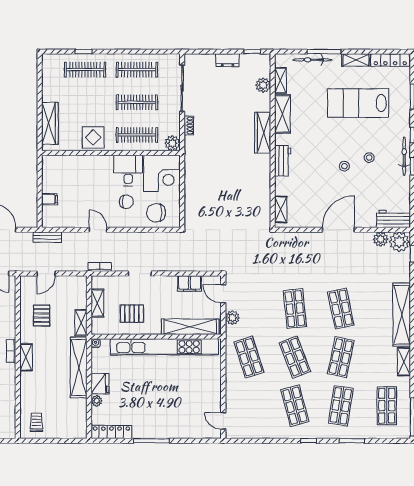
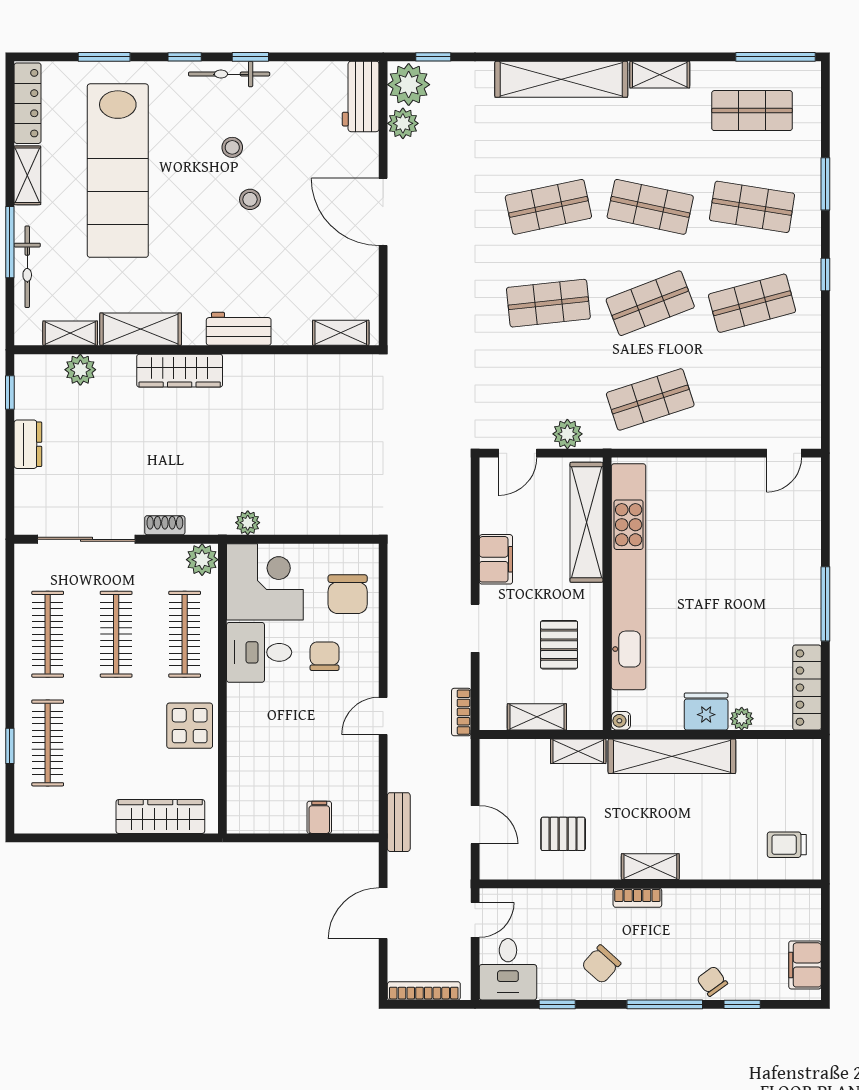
lab bench: (358, 103) -> (118, 171), width x1.36
plant: (190, 165) -> (248, 523), added
filing cabinet: (190, 284) -> (496, 559), moved

